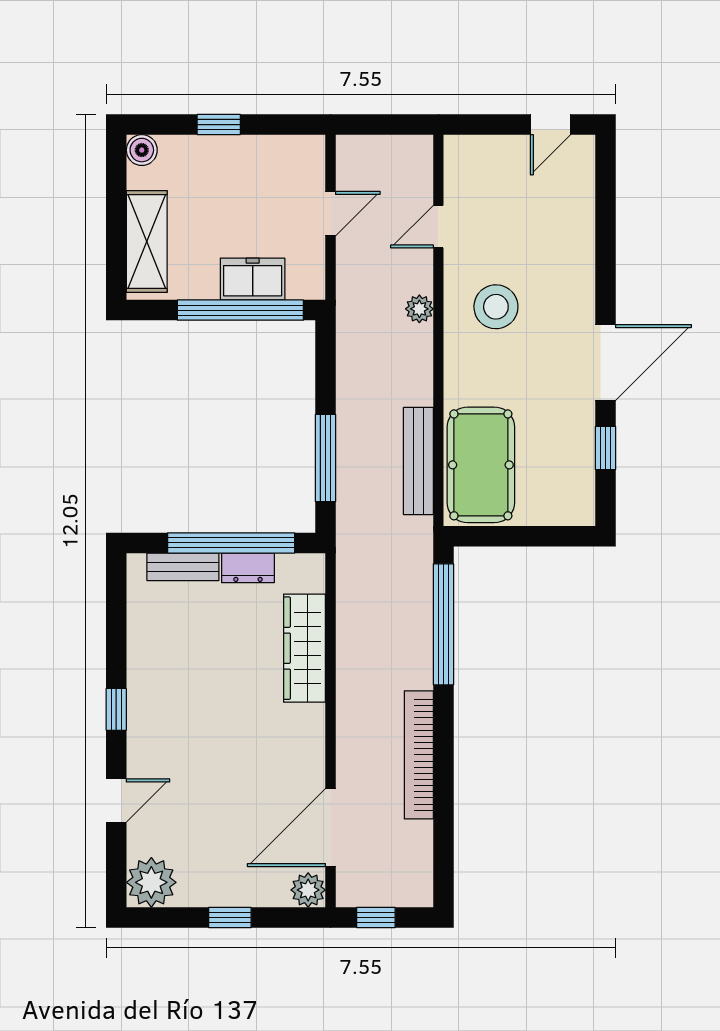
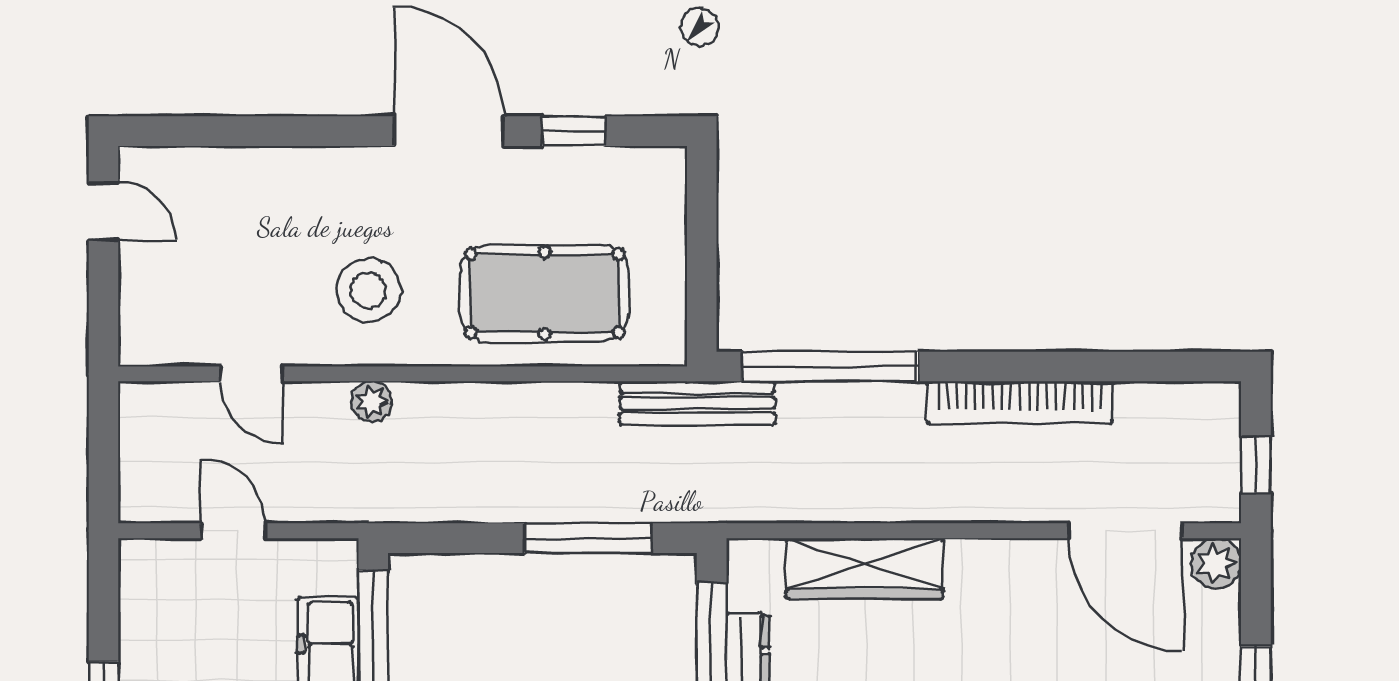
bench: (418, 461) -> (697, 403), moved
pool table: (481, 465) -> (545, 293), moved

